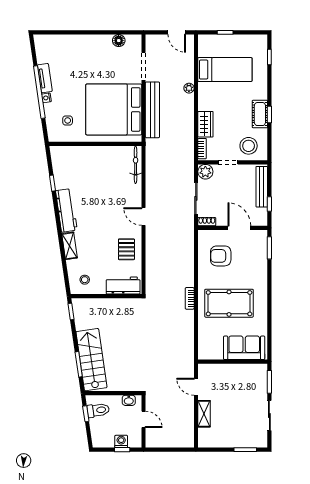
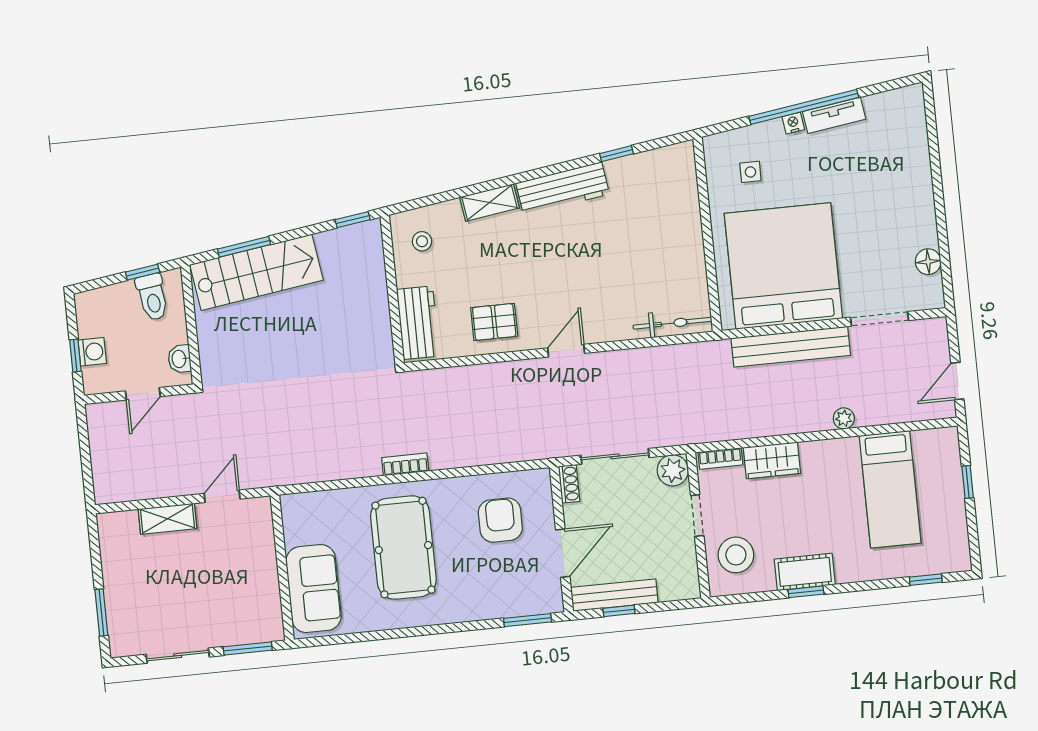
bench: (262, 187) -> (614, 595), moved

